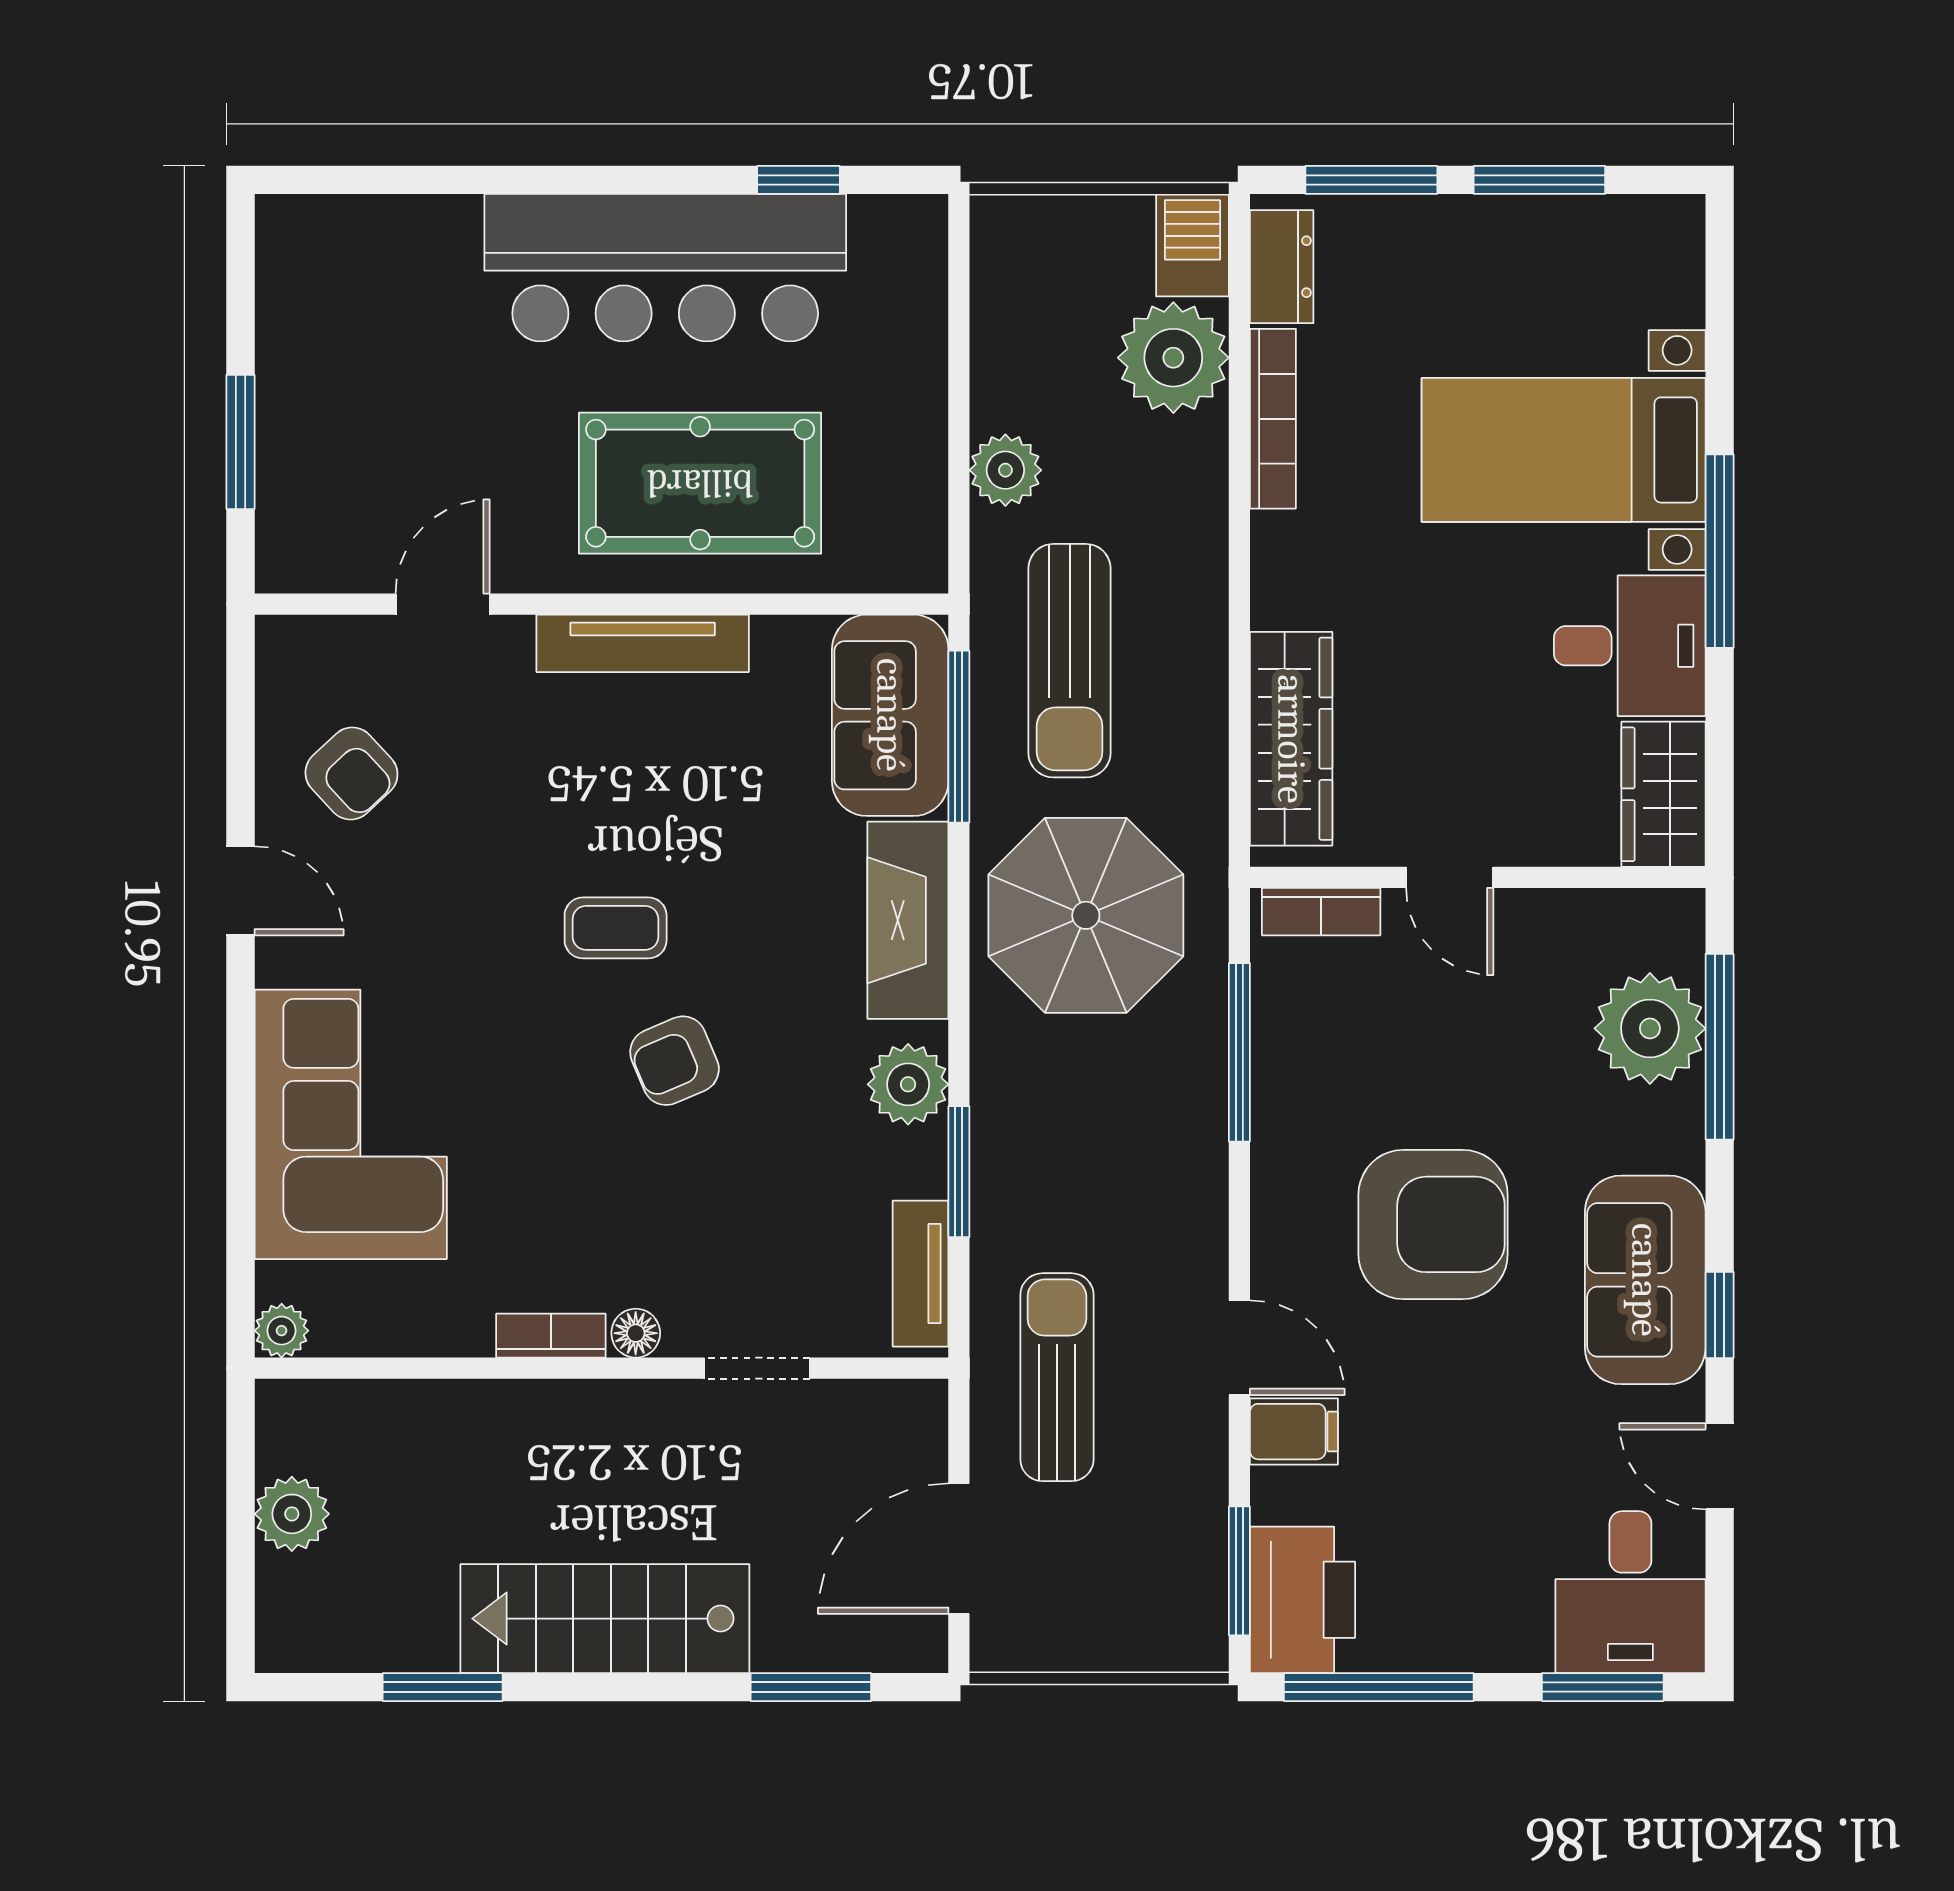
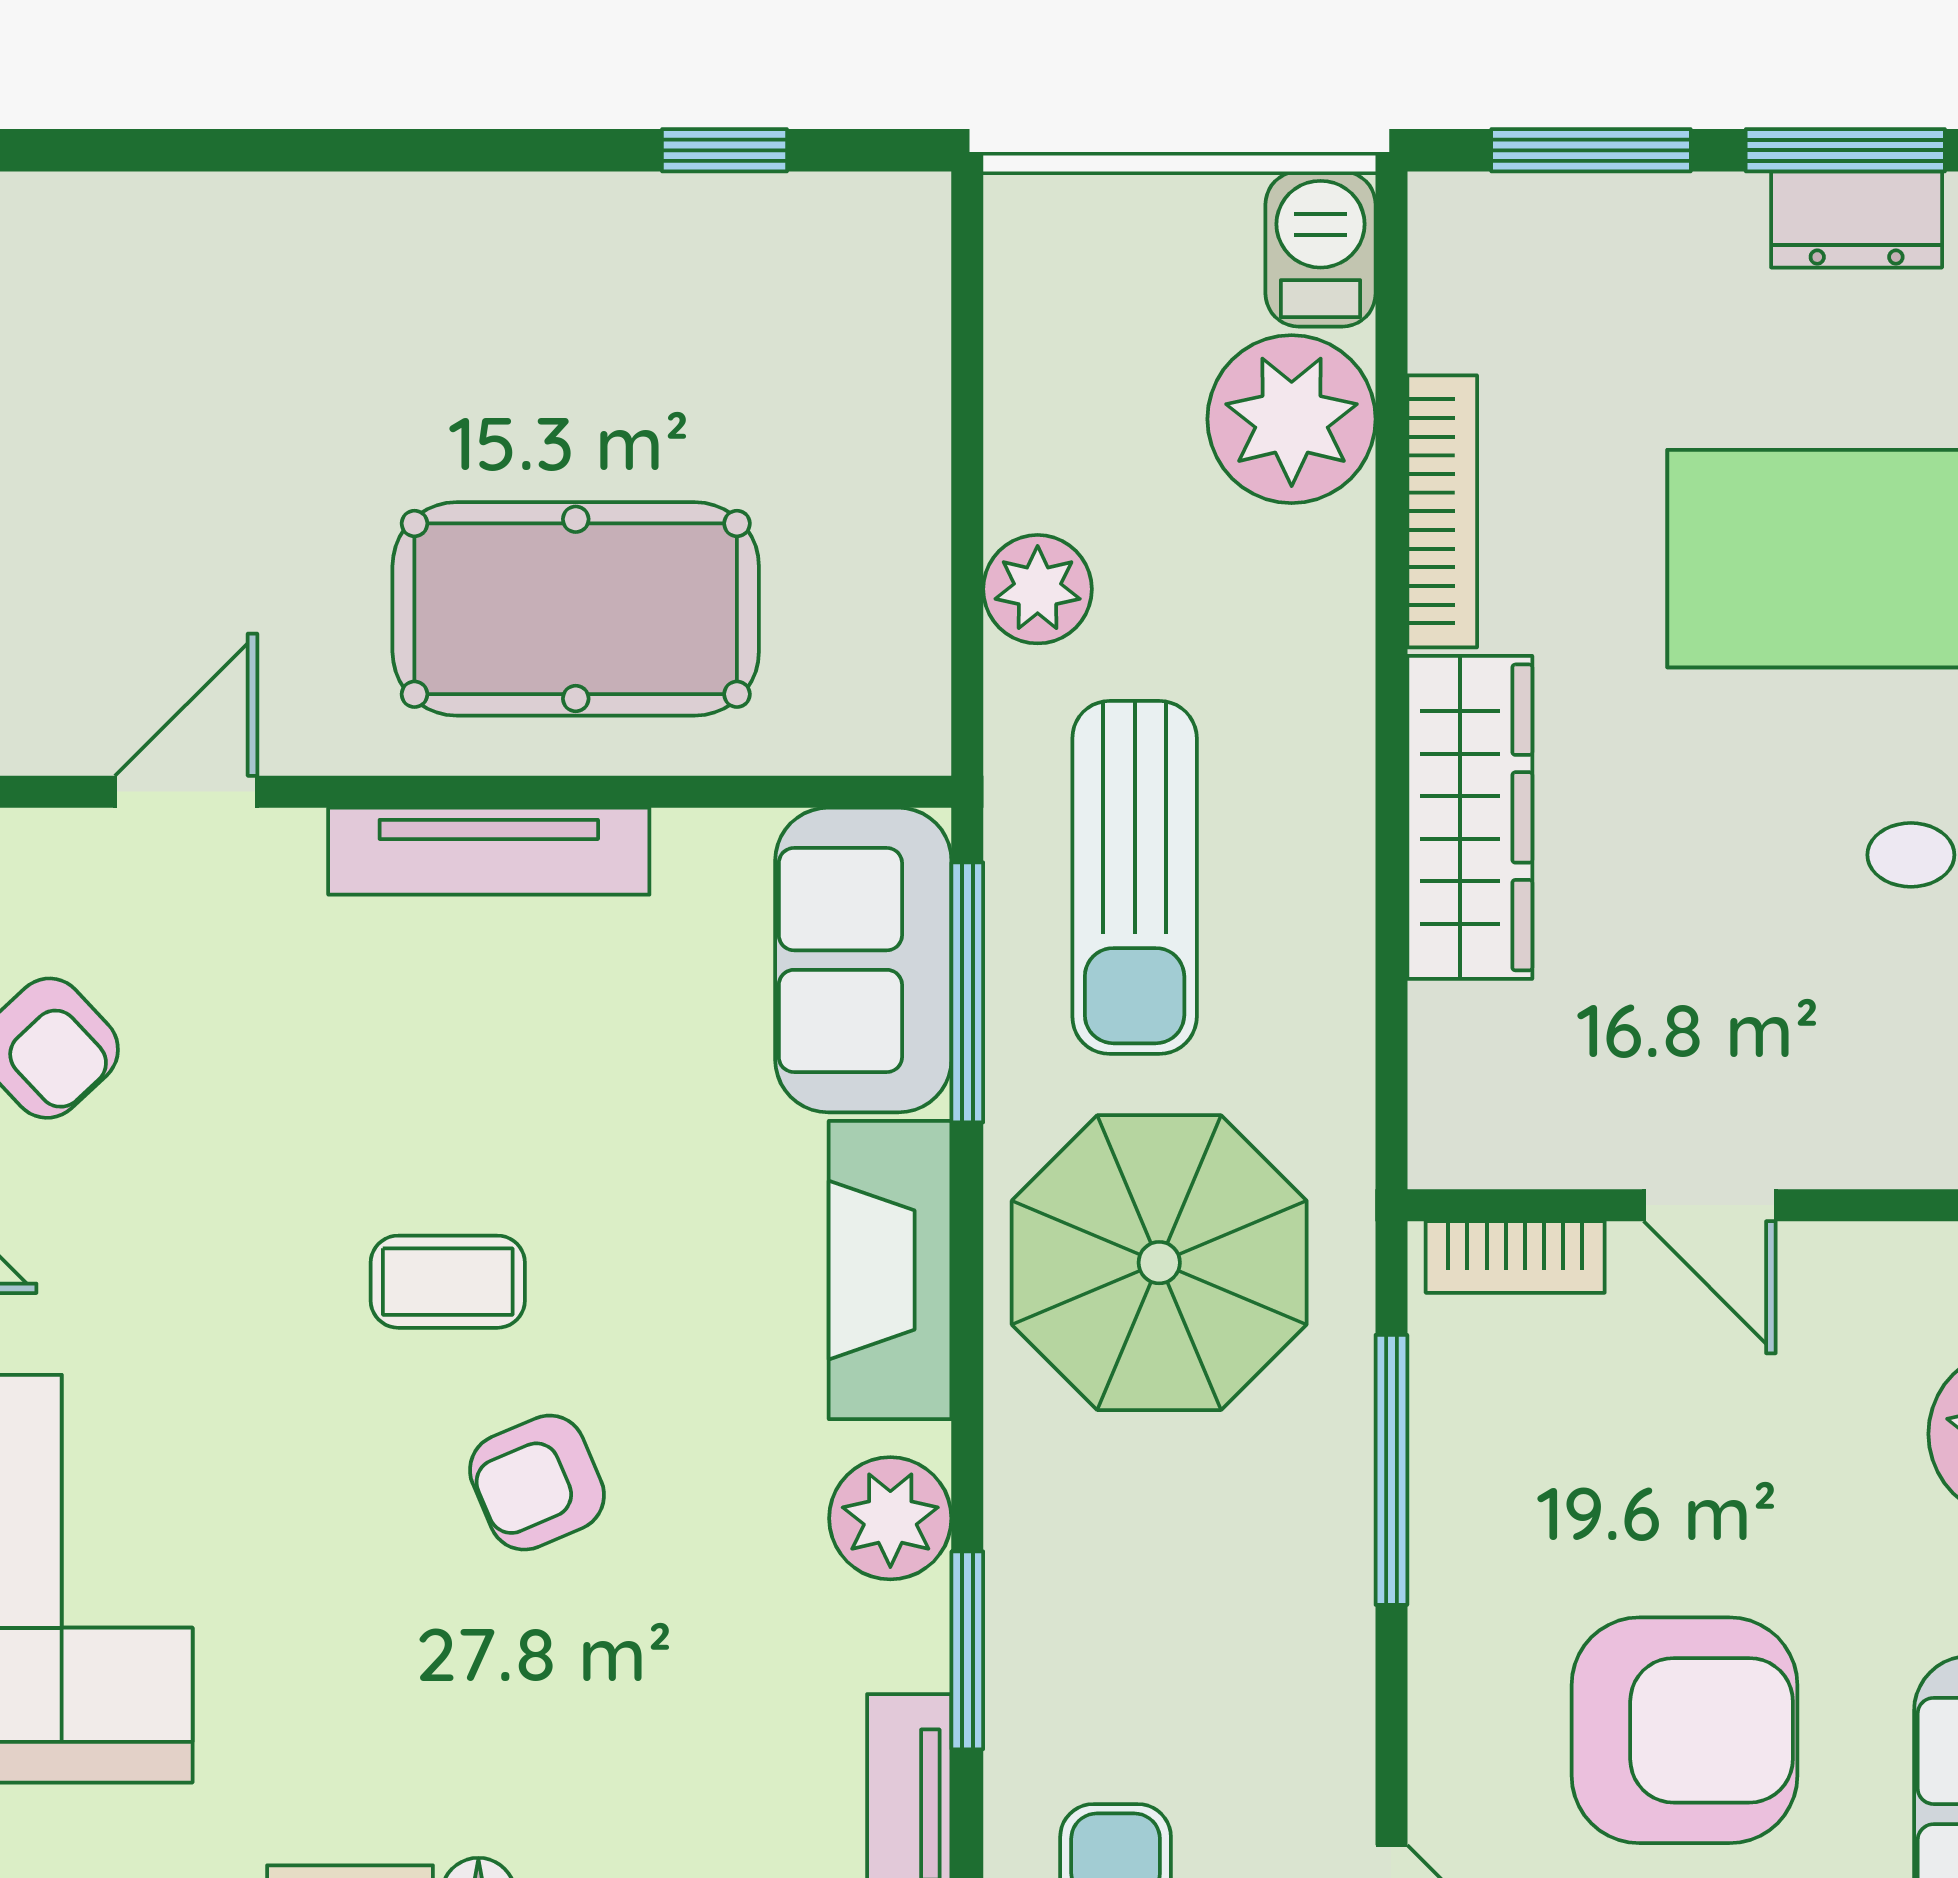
dresser: (1282, 267) -> (1857, 220), moved, turned 90
bar counter: (665, 268) -> (523, 283), removed
wardrobe: (1291, 739) -> (1470, 817), moved

